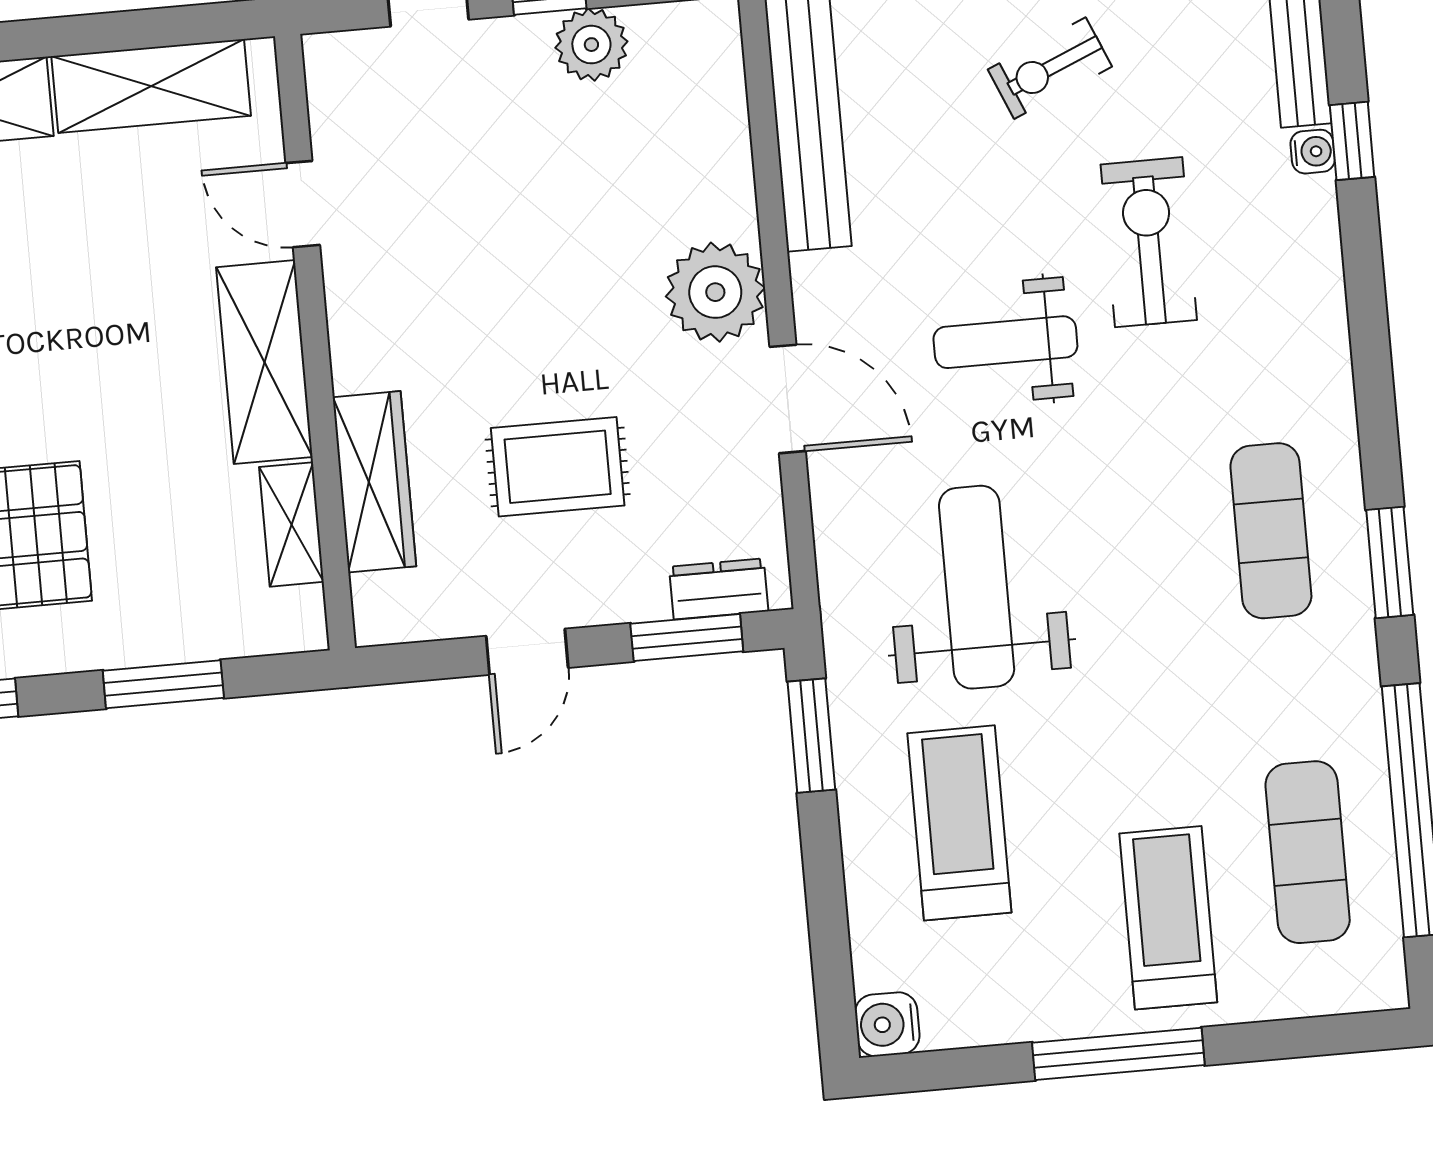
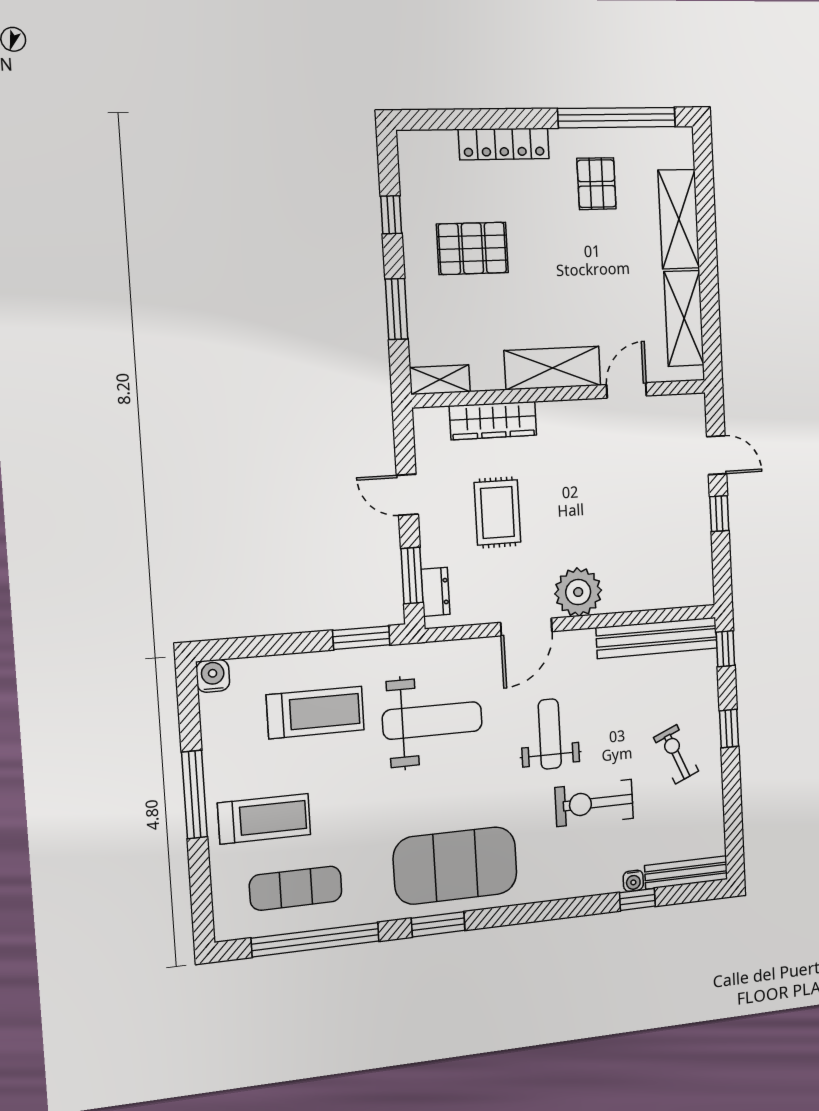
plant: (591, 45) -> (695, 534), removed
exercise bike: (1149, 242) -> (594, 803), turned 180
shelving: (291, 524) -> (440, 380), moved
exercise mat: (1271, 531) -> (455, 866), width x2.00, depth x1.45

